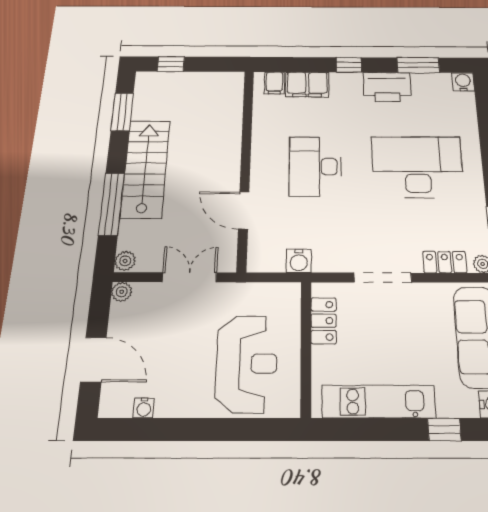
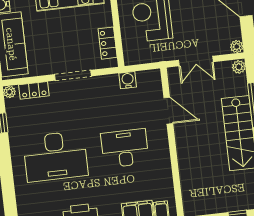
desk: (315, 166) -> (125, 148), turned -90

